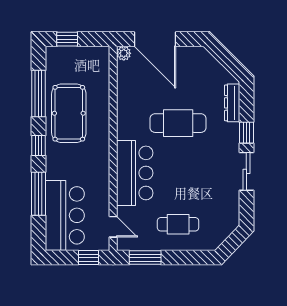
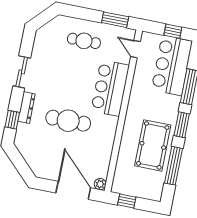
window: (67, 39) -> (127, 201), moved
dresser: (232, 103) -> (26, 108), moved
window: (246, 133) -> (12, 120), moved
window: (39, 145) -> (182, 125), width x1.50
window: (88, 258) -> (173, 31), moved

